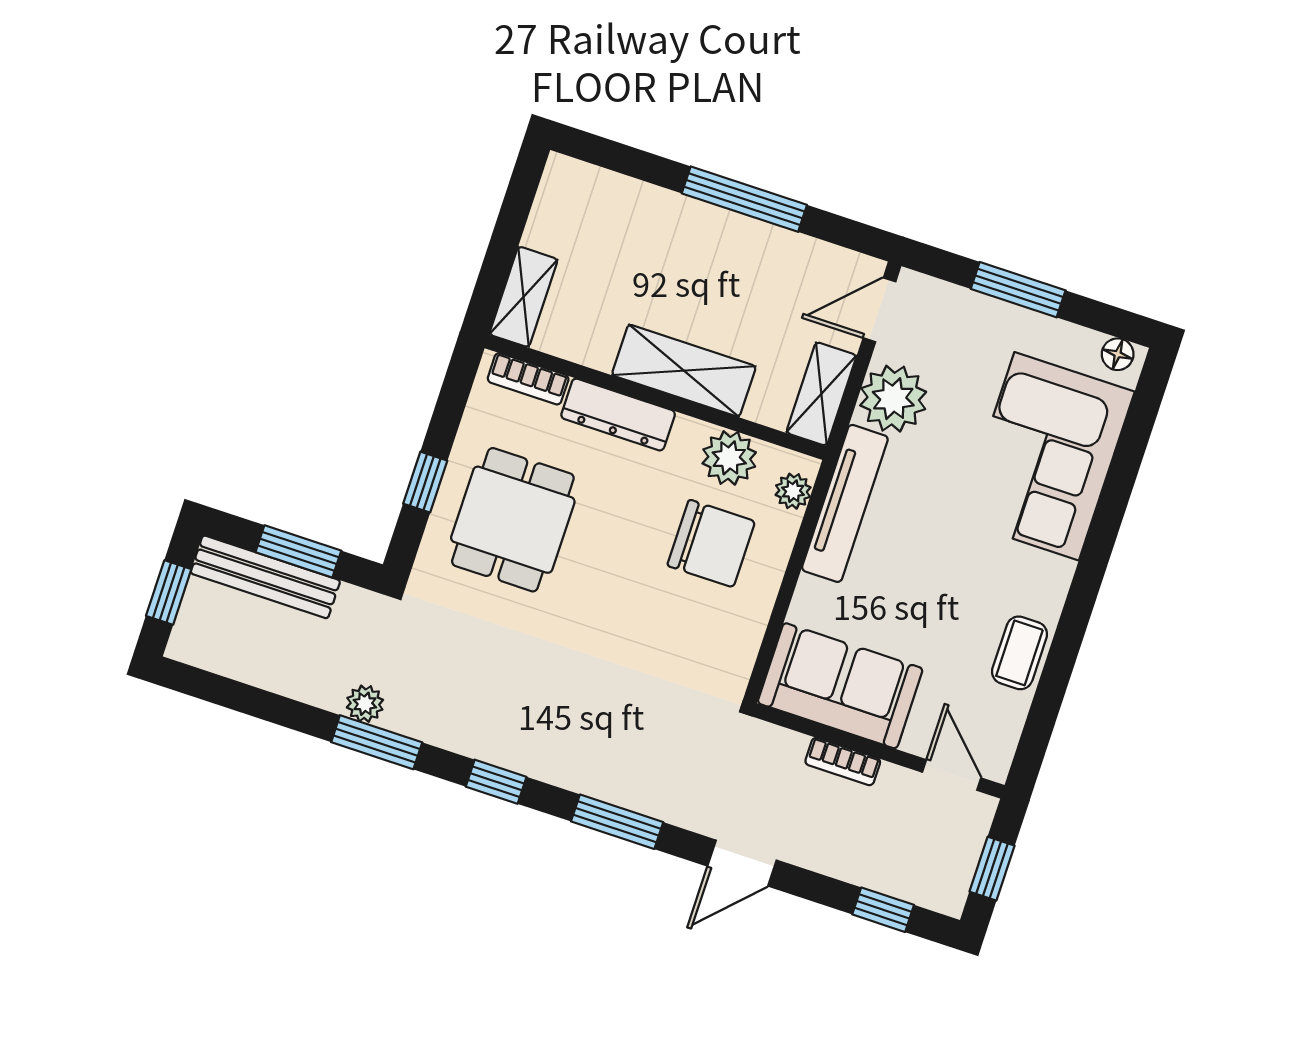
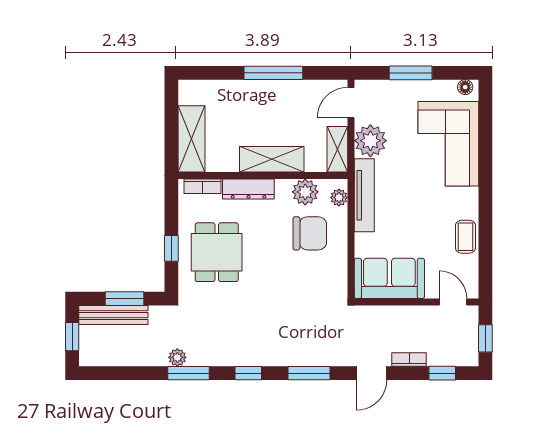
shelving: (524, 297) -> (192, 139), width x1.50, depth x1.33
bookcase: (843, 762) -> (409, 360), moved, turned 180

